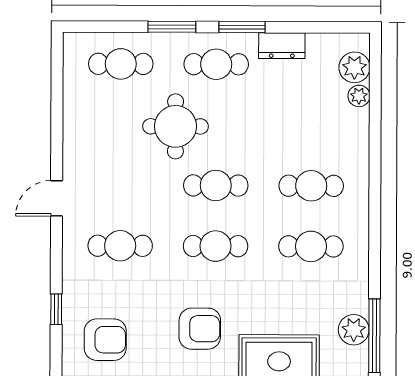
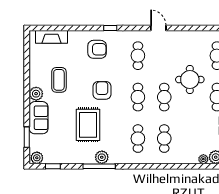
armchair: (200, 329) -> (102, 90), turned 180
armchair: (105, 340) -> (97, 49), turned -90

